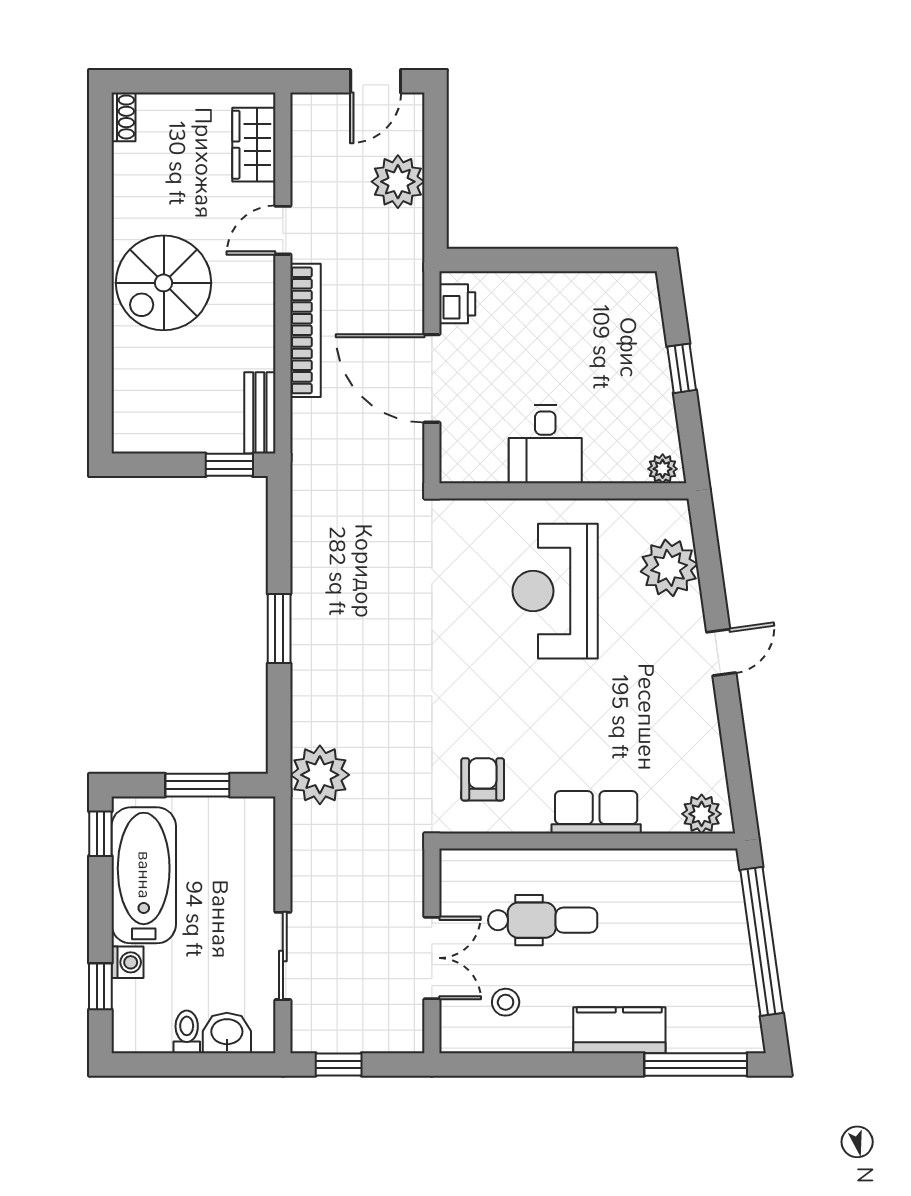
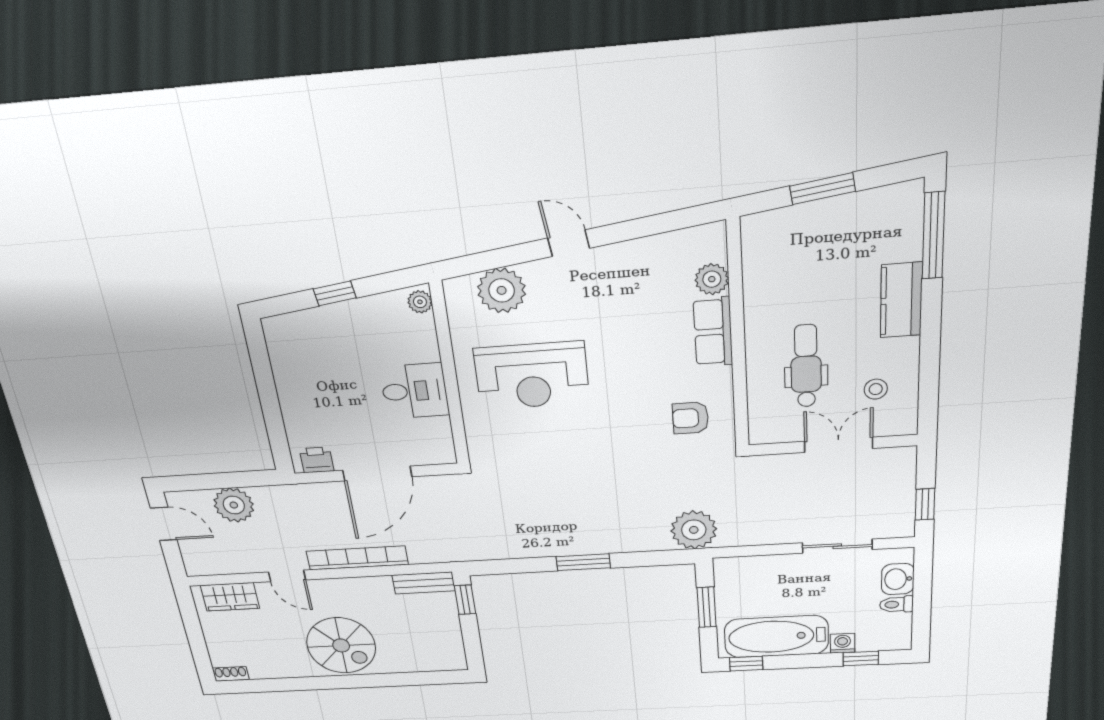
plant: (702, 814) -> (712, 279), moved
window: (762, 941) -> (822, 189), width x0.47

